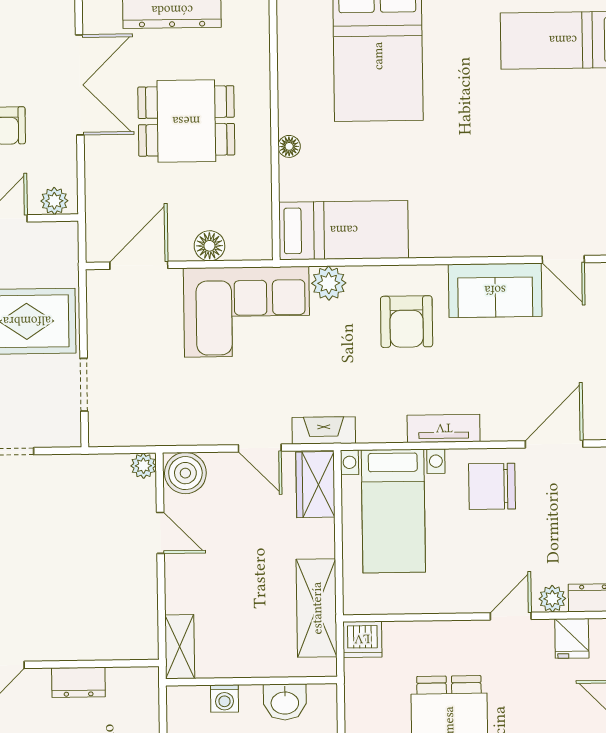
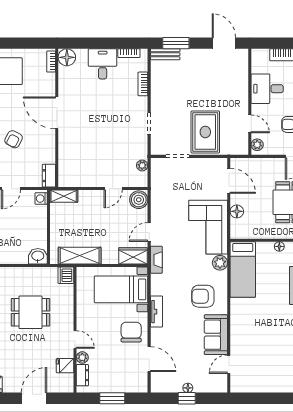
plant: (143, 466) -> (142, 165), moved
dresser: (78, 682) -> (49, 176), moved
washing machine: (224, 699) -> (41, 199), moved
washbasin: (285, 702) -> (38, 256), moved, turned 90

